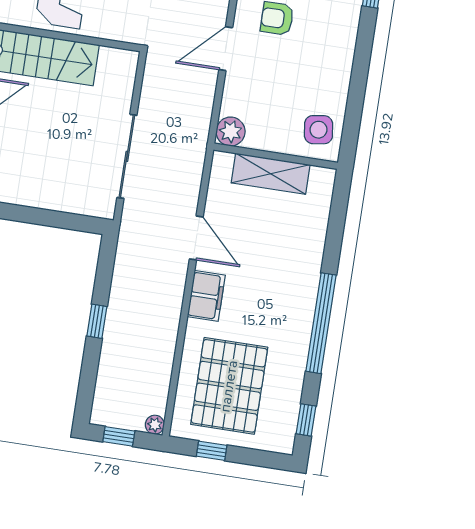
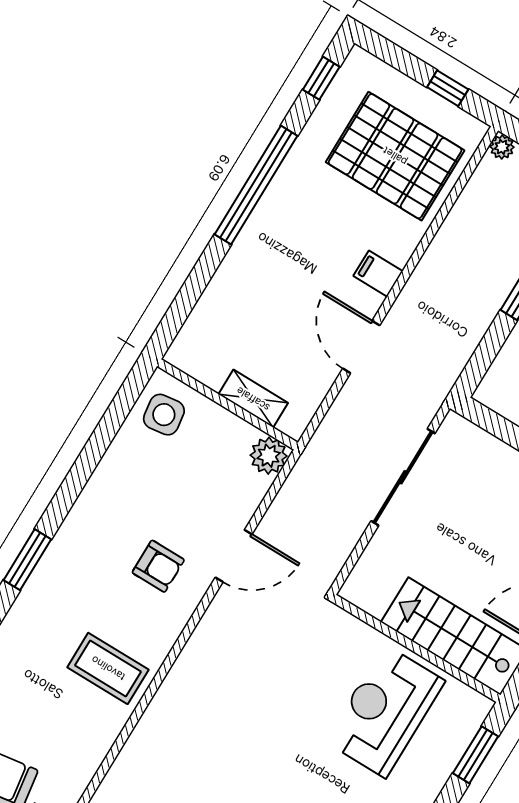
shelving: (271, 174) -> (253, 399), width x0.67, depth x0.75
filing cabinet: (206, 296) -> (378, 274), width x0.50
pallet: (229, 386) -> (395, 156), turned 90

